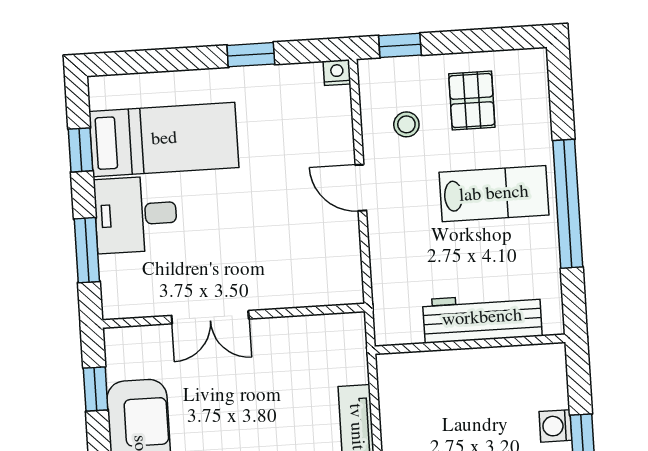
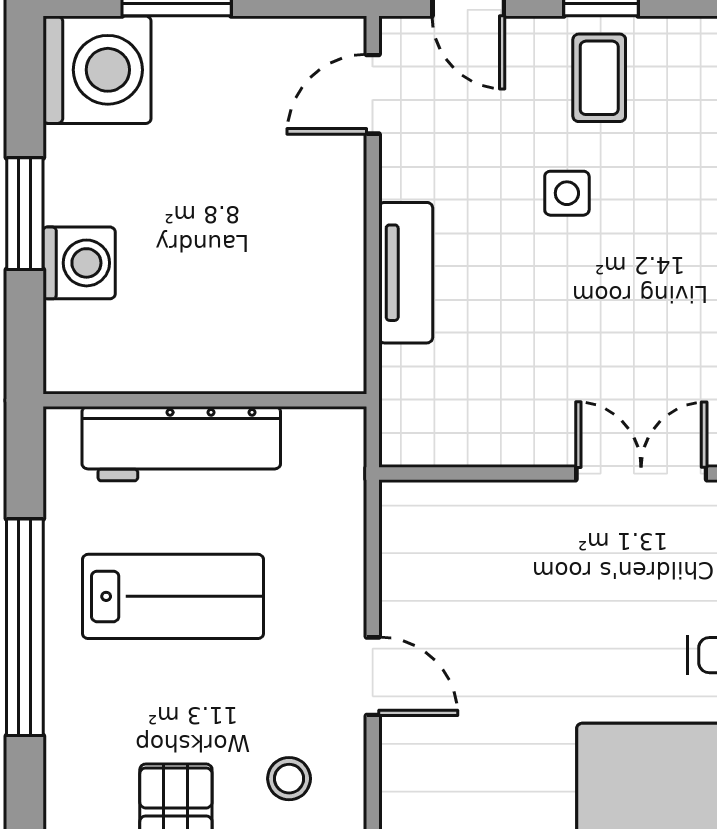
lab bench: (494, 194) -> (173, 596), moved, turned 180
washing machine: (555, 426) -> (79, 263), width x1.38, depth x1.38

